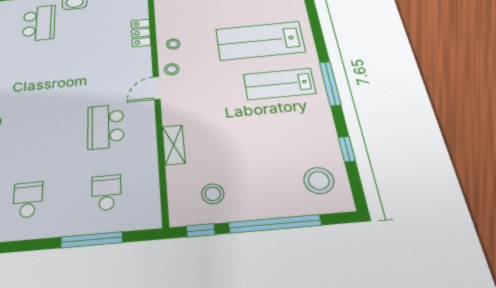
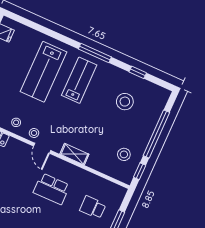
lab bench: (279, 84) -> (79, 80), turned 180
shelving: (174, 145) -> (74, 154), moved
stool: (319, 181) -> (125, 102), moved

